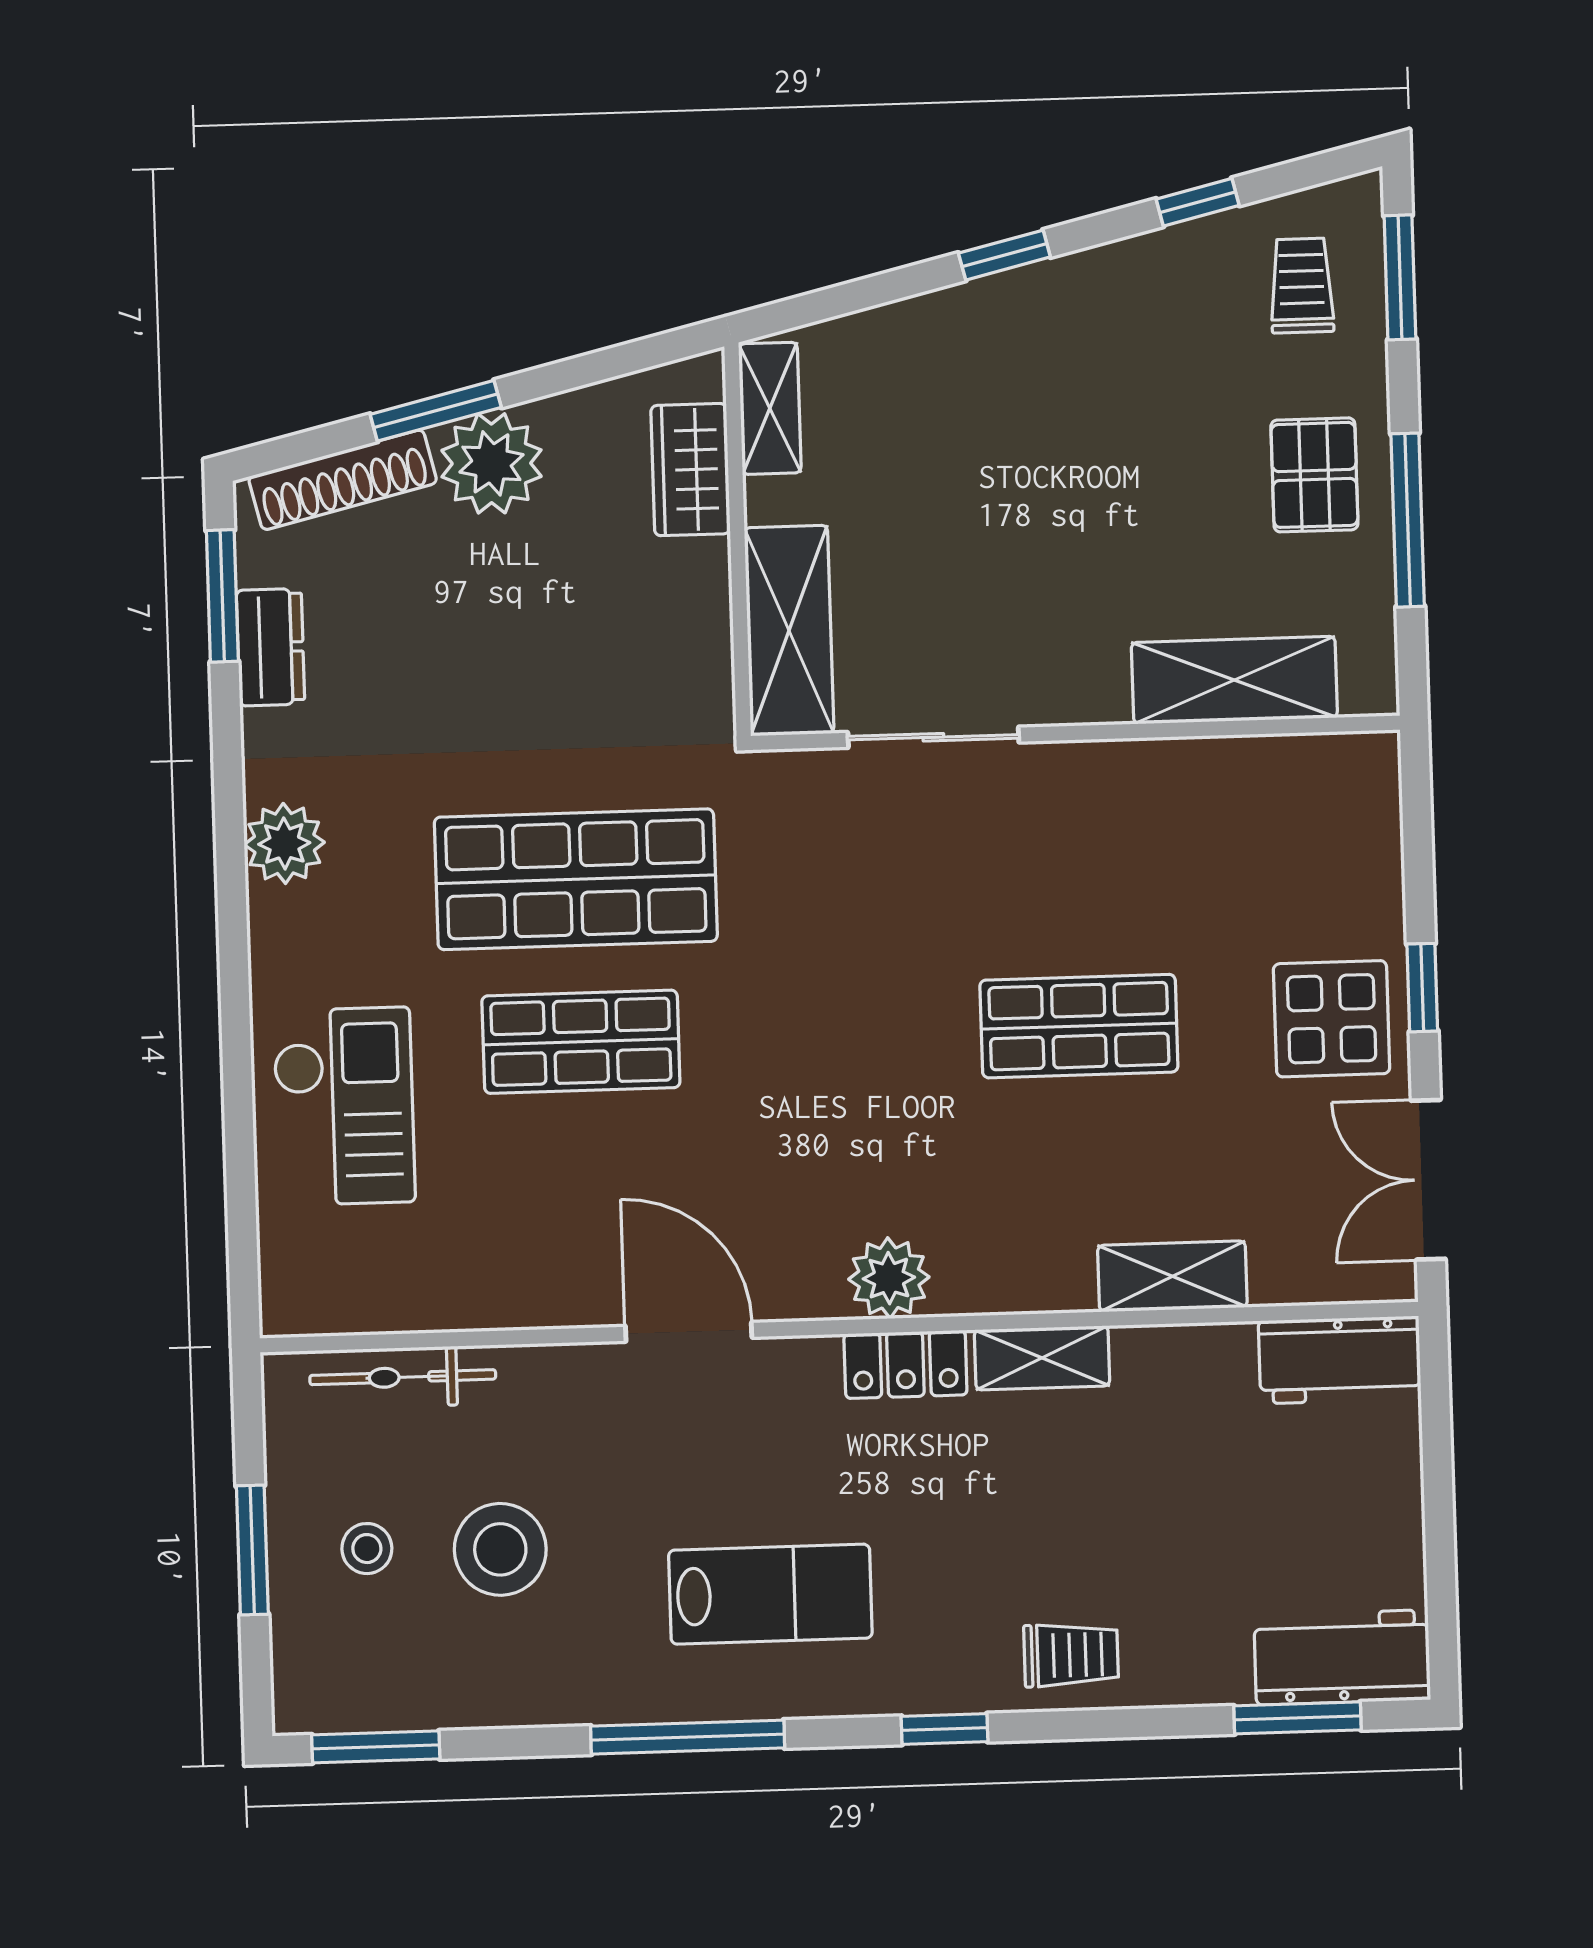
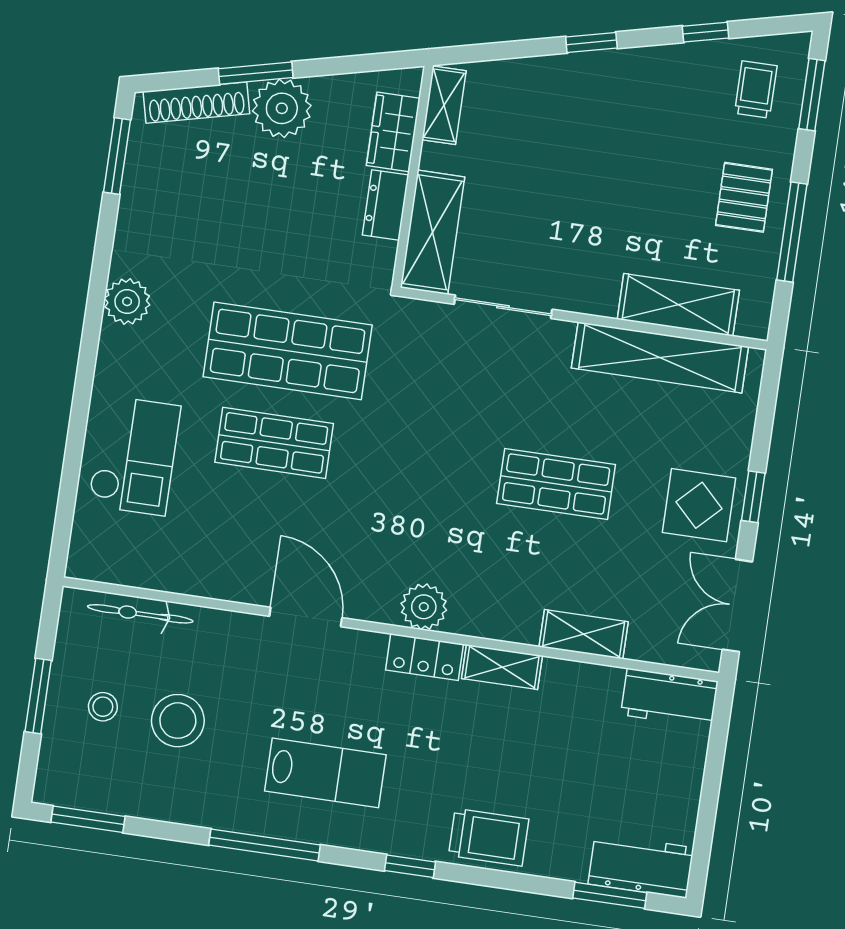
dresser: (270, 647) -> (386, 205), moved, turned 180
shelving: (1219, 776) -> (660, 357), added
trolley: (1071, 1655) -> (489, 837), width x1.36, depth x1.39

